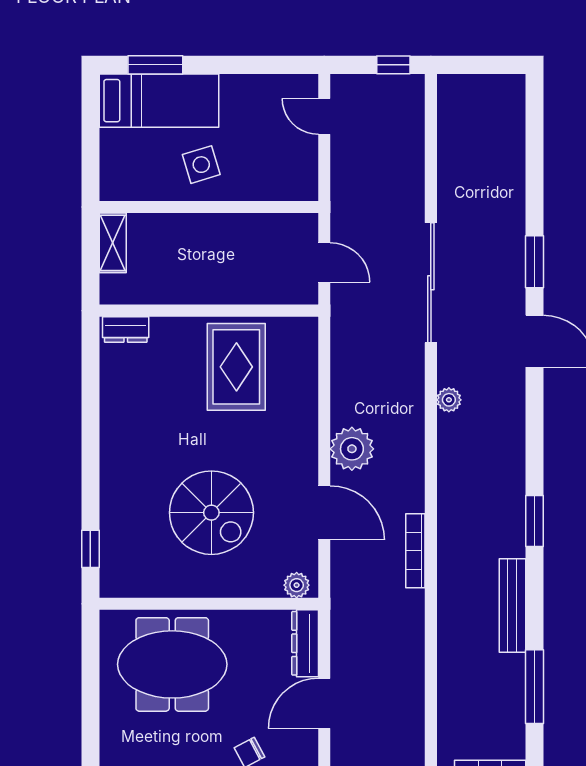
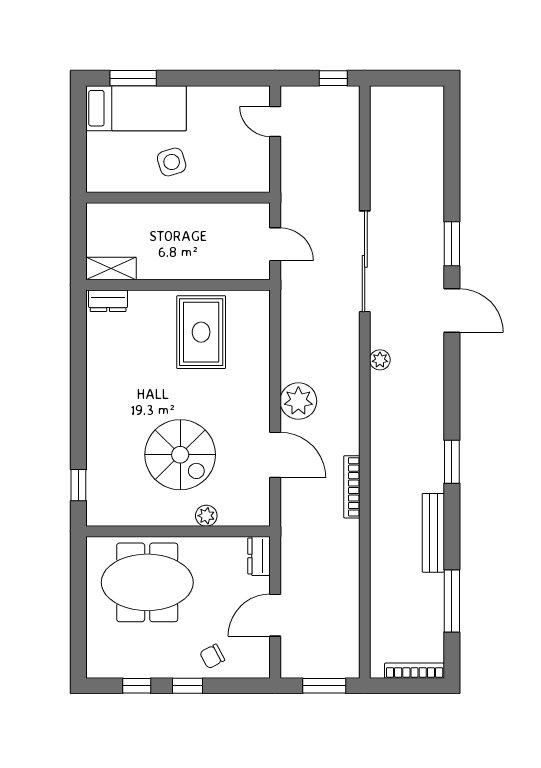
shelving: (113, 243) -> (111, 269), moved, turned 90
plant: (297, 585) -> (206, 516), moved
dresser: (305, 643) -> (259, 556), width x0.70

